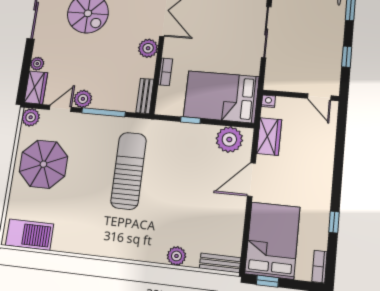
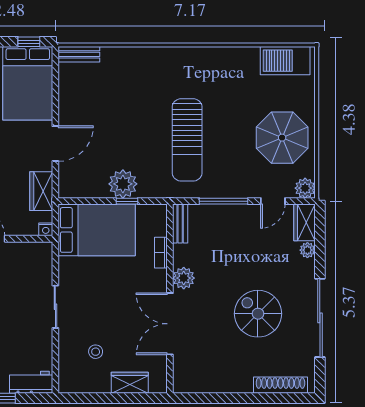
sliding door: (266, 32) -> (55, 307), width x0.73
plant: (83, 99) -> (249, 214), removed
plant: (229, 139) -> (123, 184), moved
plant: (176, 256) -> (125, 56), removed

